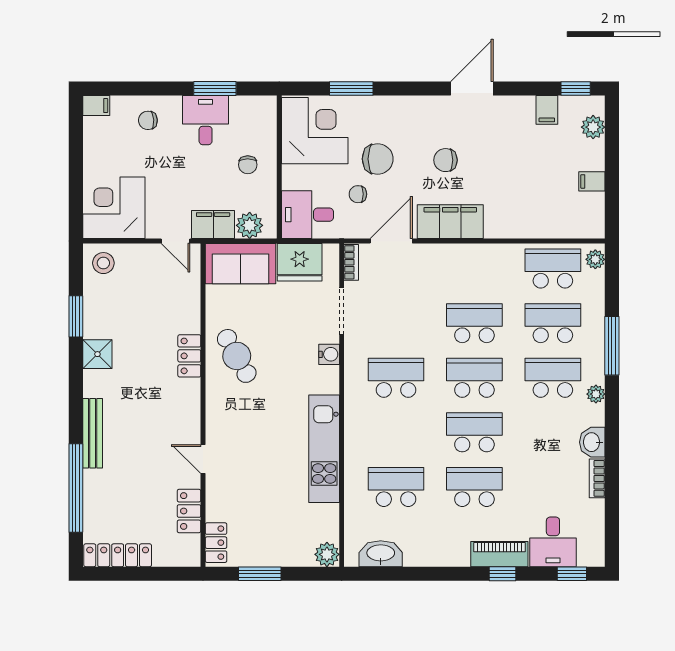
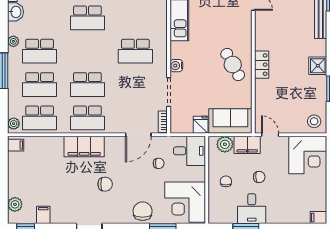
chair: (148, 120) -> (259, 177), moved
chair: (378, 159) -> (143, 211), moved, turned 90
filing cabinet: (592, 181) -> (16, 145), moved
filing cabinet: (450, 222) -> (84, 147), moved
fridge: (300, 262) -> (201, 125), width x0.53, depth x0.75
school desk: (474, 378) -> (87, 118), moved

